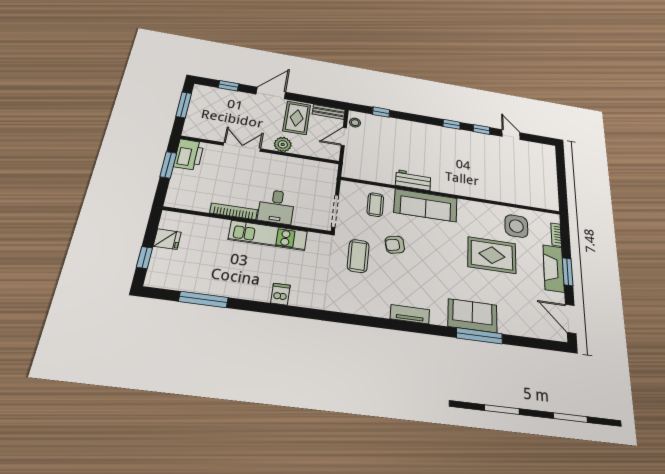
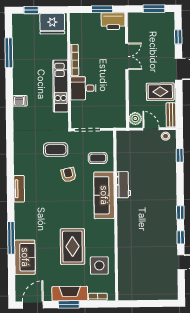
plant: (283, 144) -> (135, 119), moved
fridge: (167, 239) -> (52, 24), width x1.88, depth x1.34
sofa: (473, 316) -> (25, 257), moved

